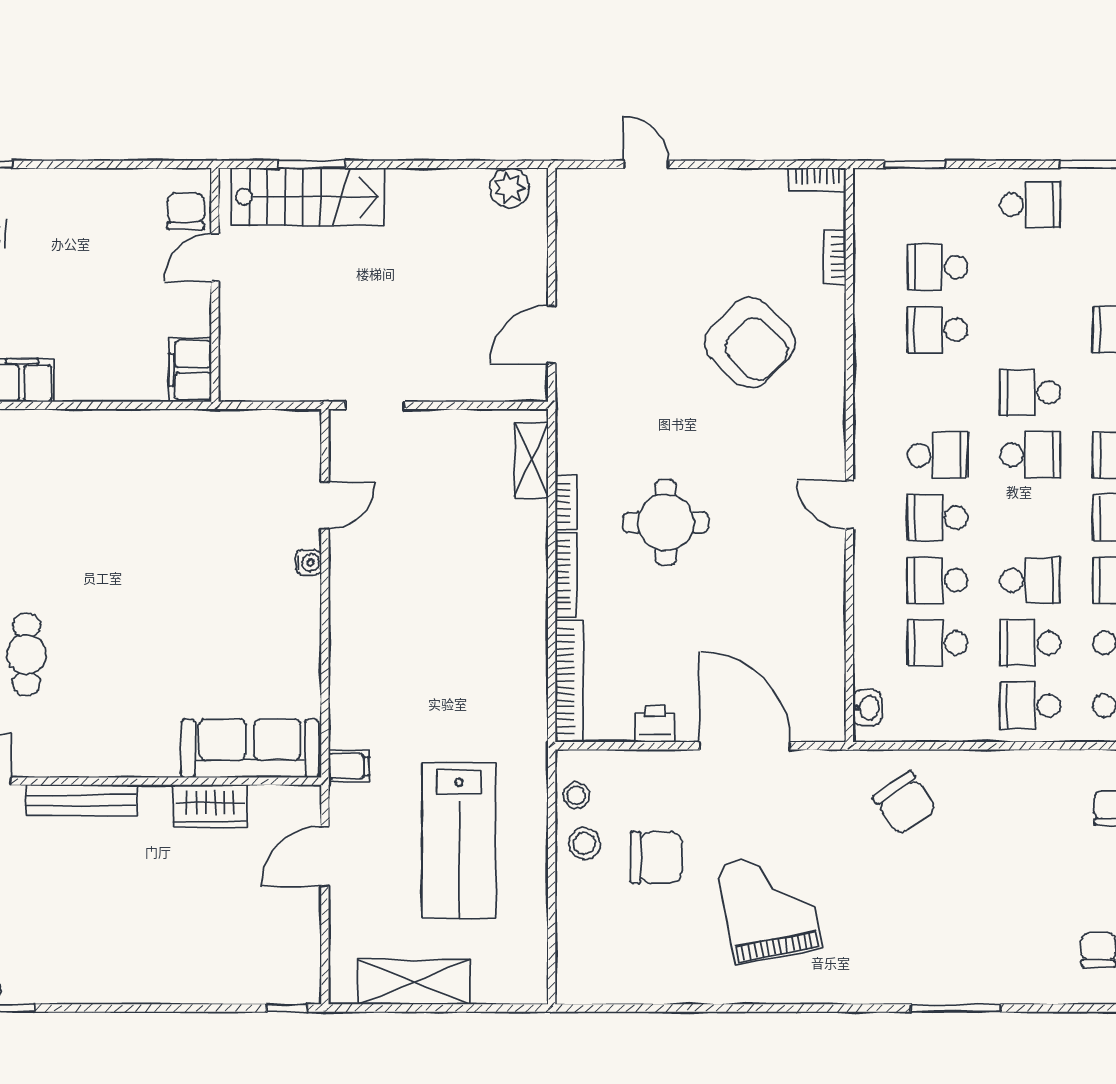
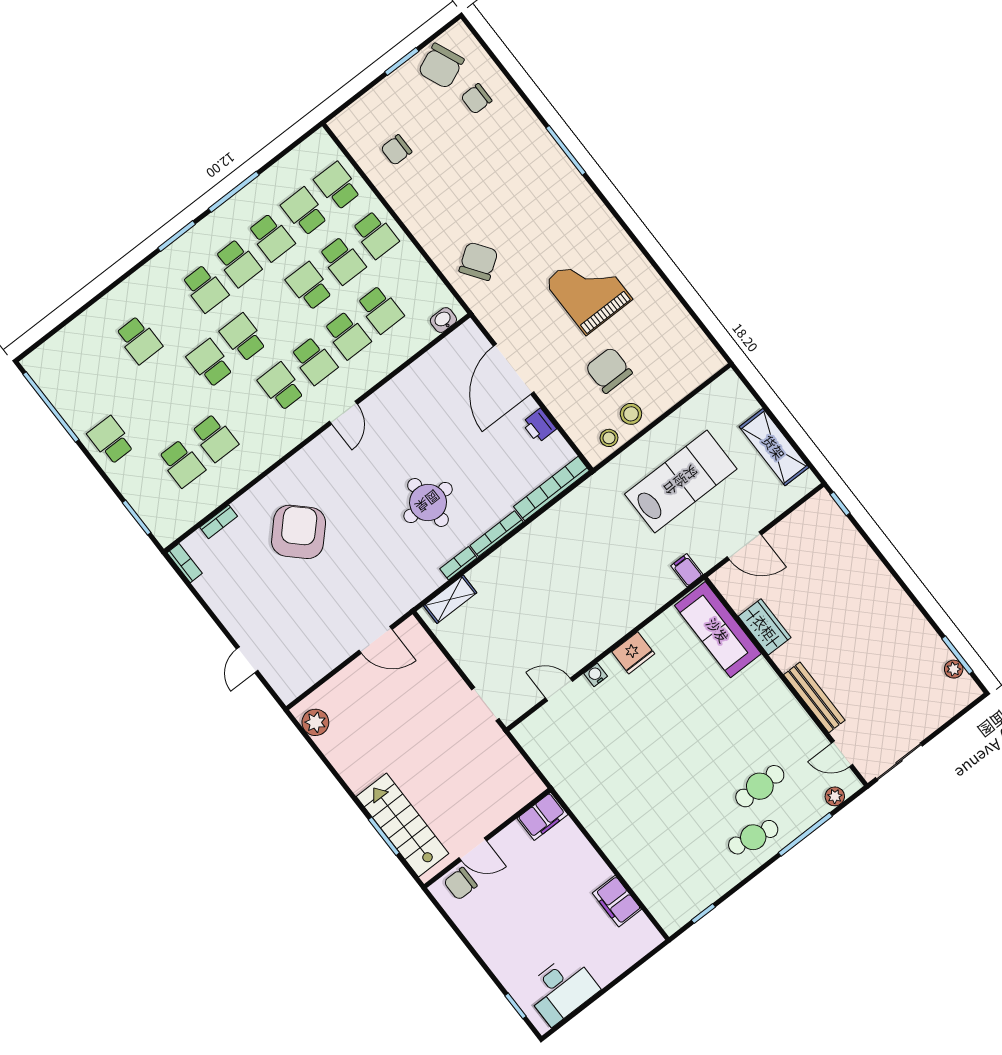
school desk: (1030, 392) -> (210, 363), turned 180
fridge: (300, 627) -> (633, 653), added
grand piano: (769, 906) -> (589, 291), turned 101

